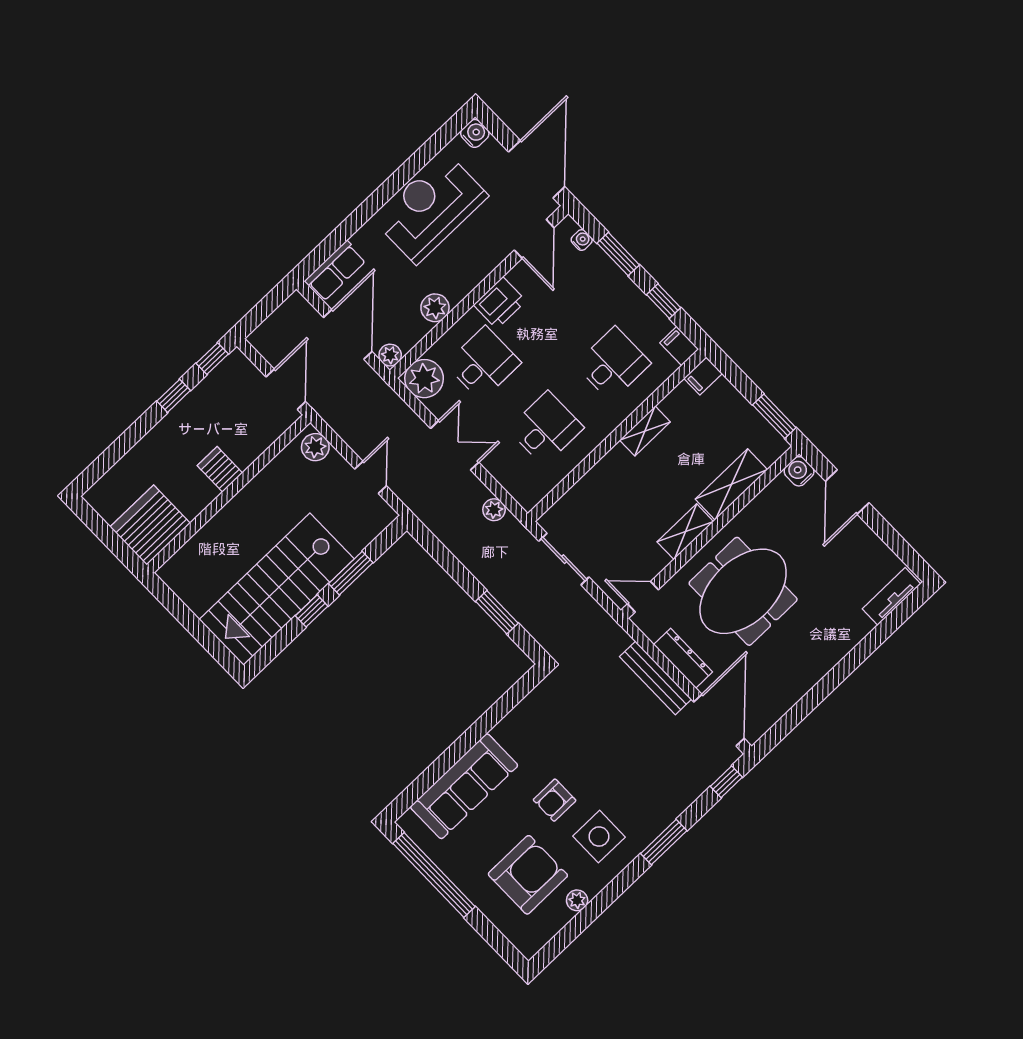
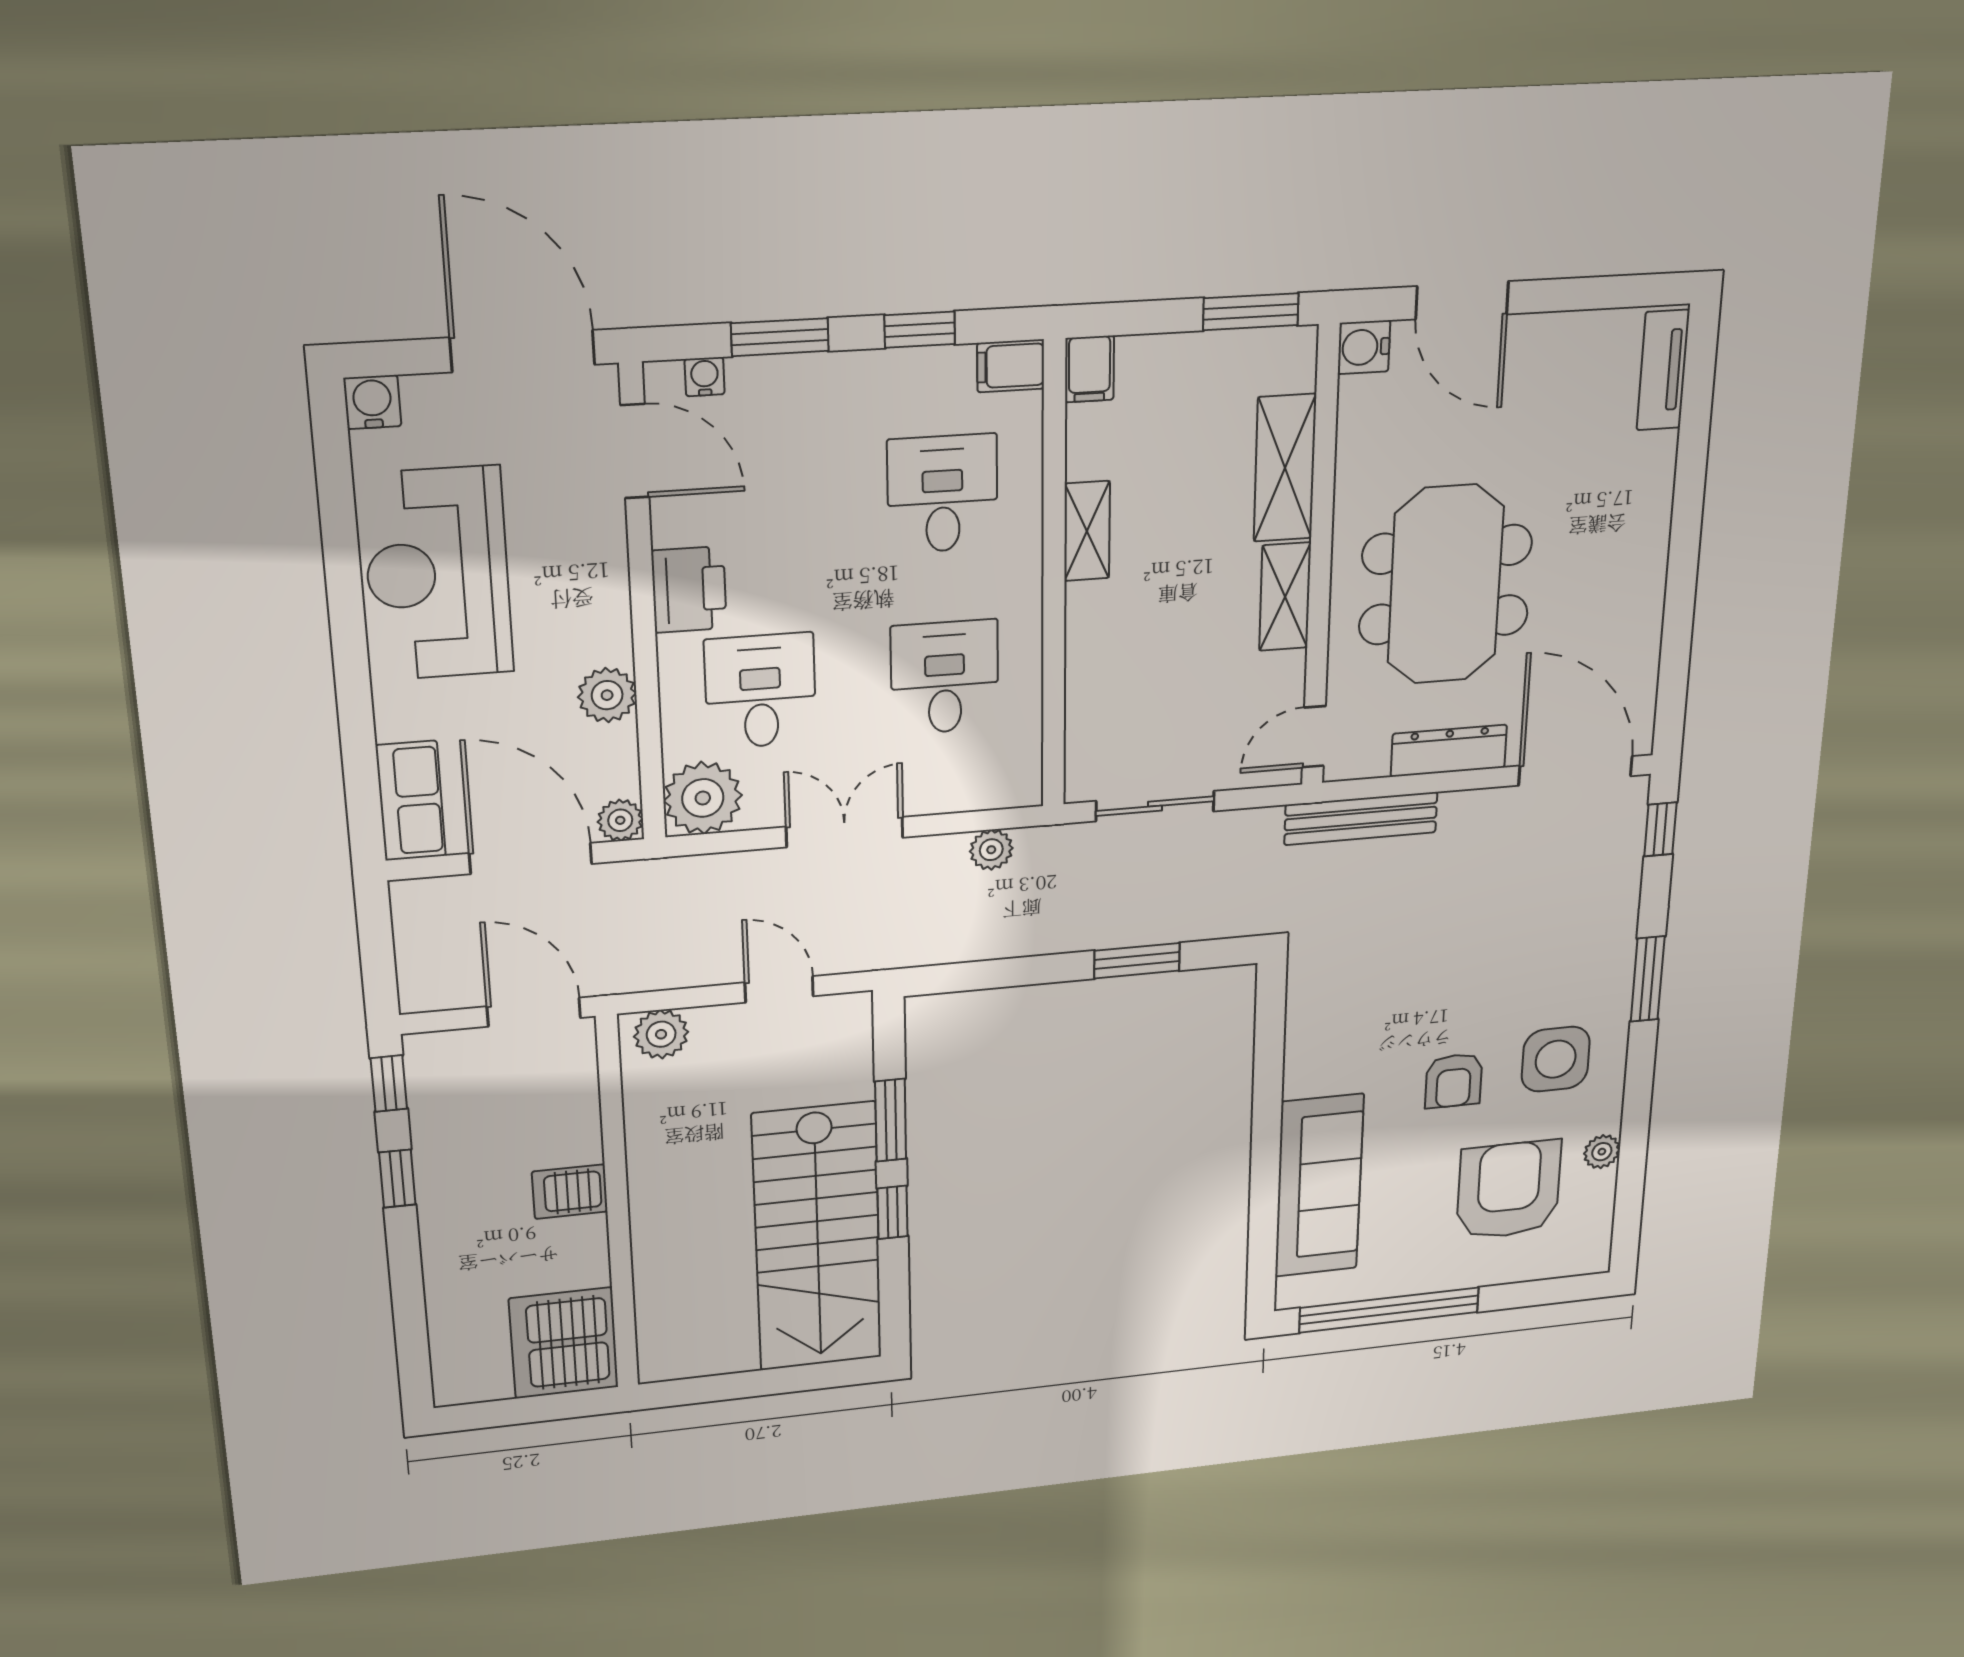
bench: (656, 678) -> (1361, 819), moved

